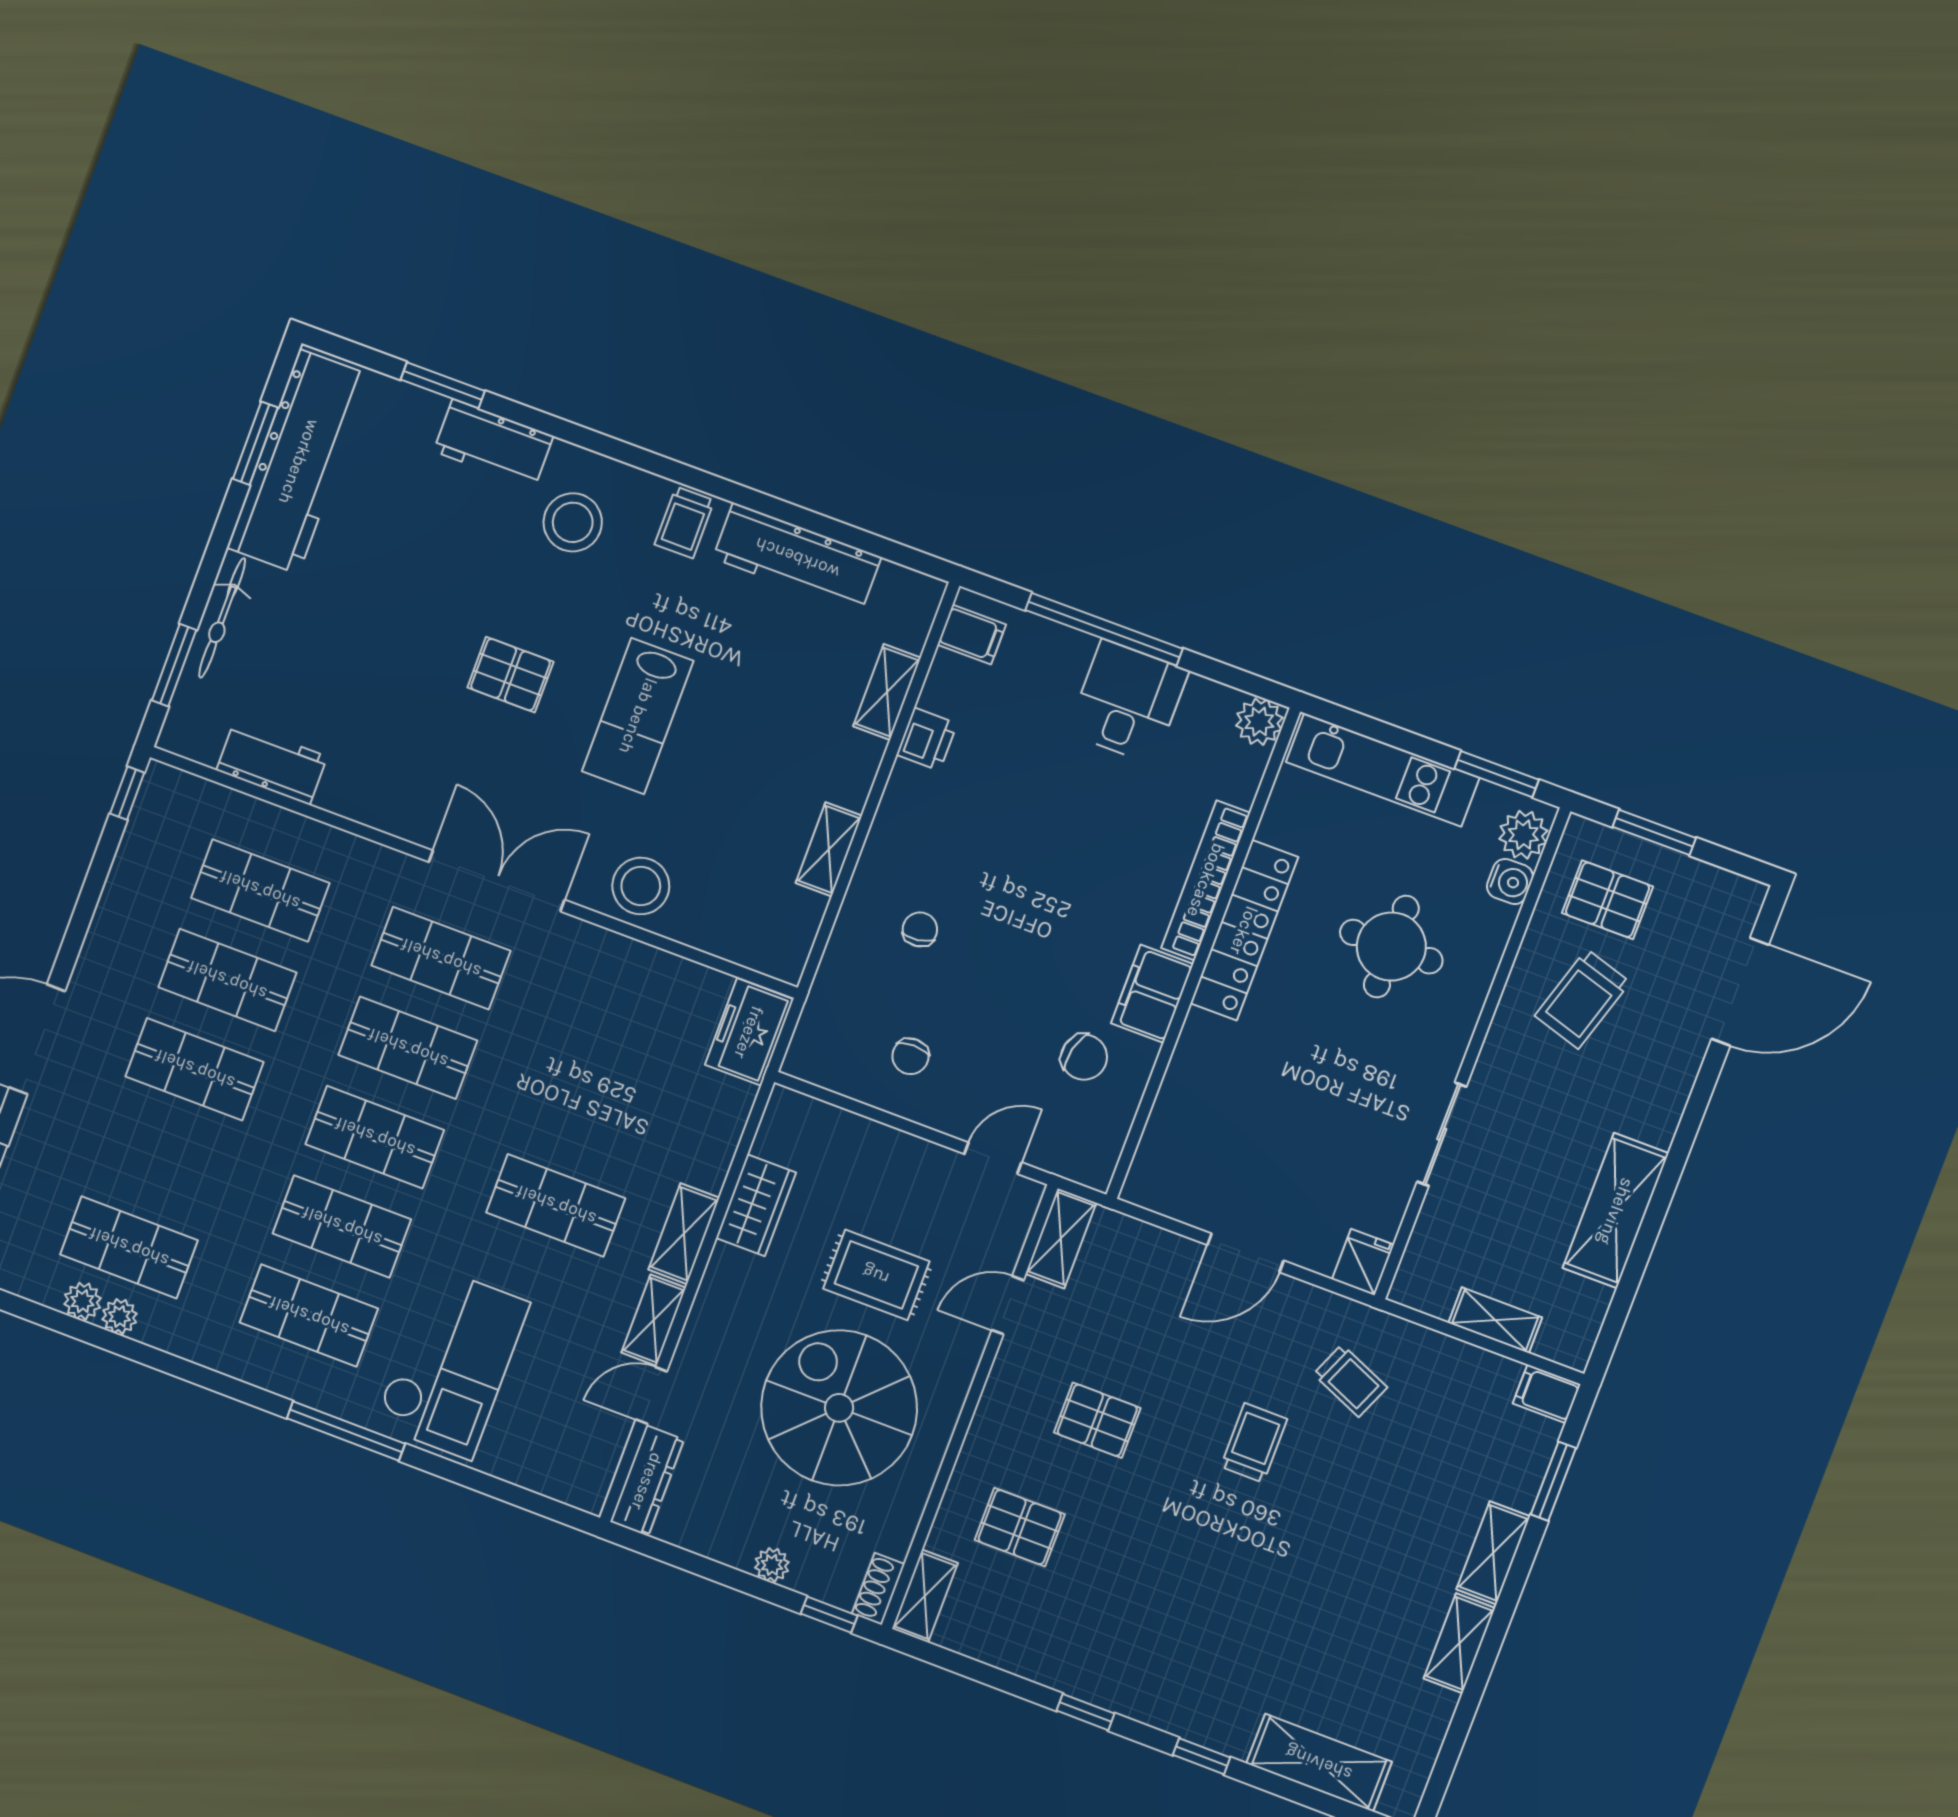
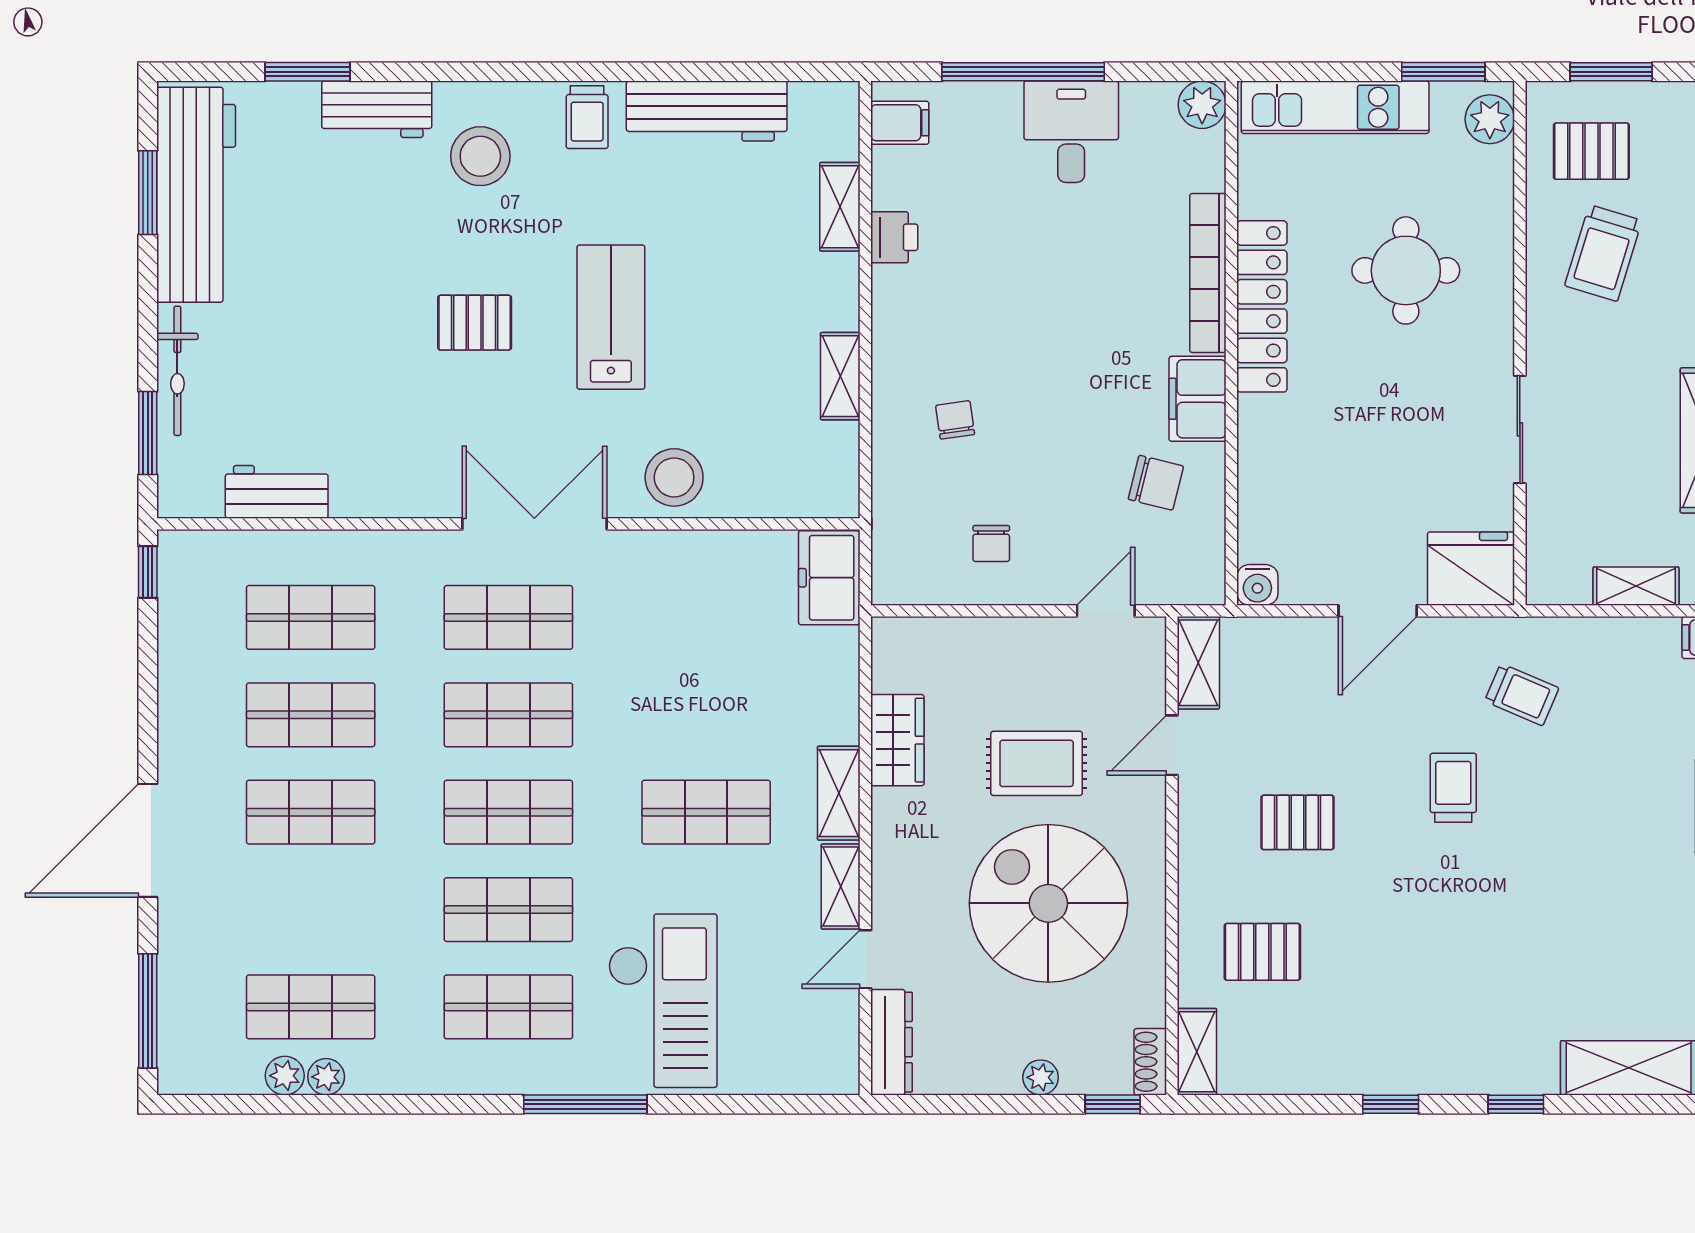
lab bench: (638, 716) -> (611, 317), turned 180
water cooler: (1510, 882) -> (1257, 585), moved, turned 90
fridge: (1363, 1262) -> (1471, 569), width x1.88, depth x1.34

